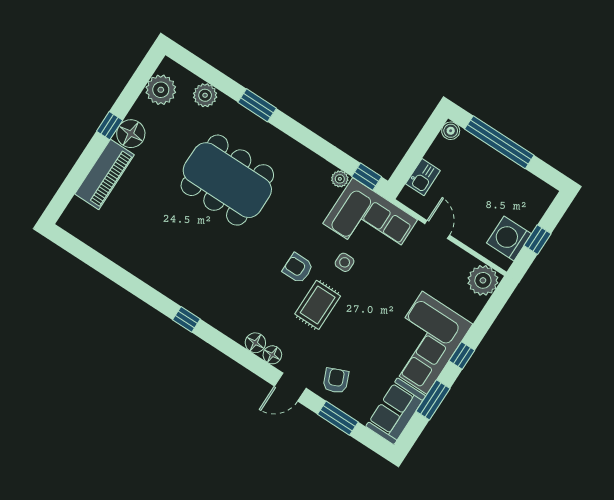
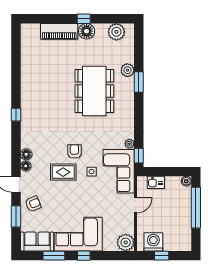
plant: (205, 95) -> (127, 70), moved

